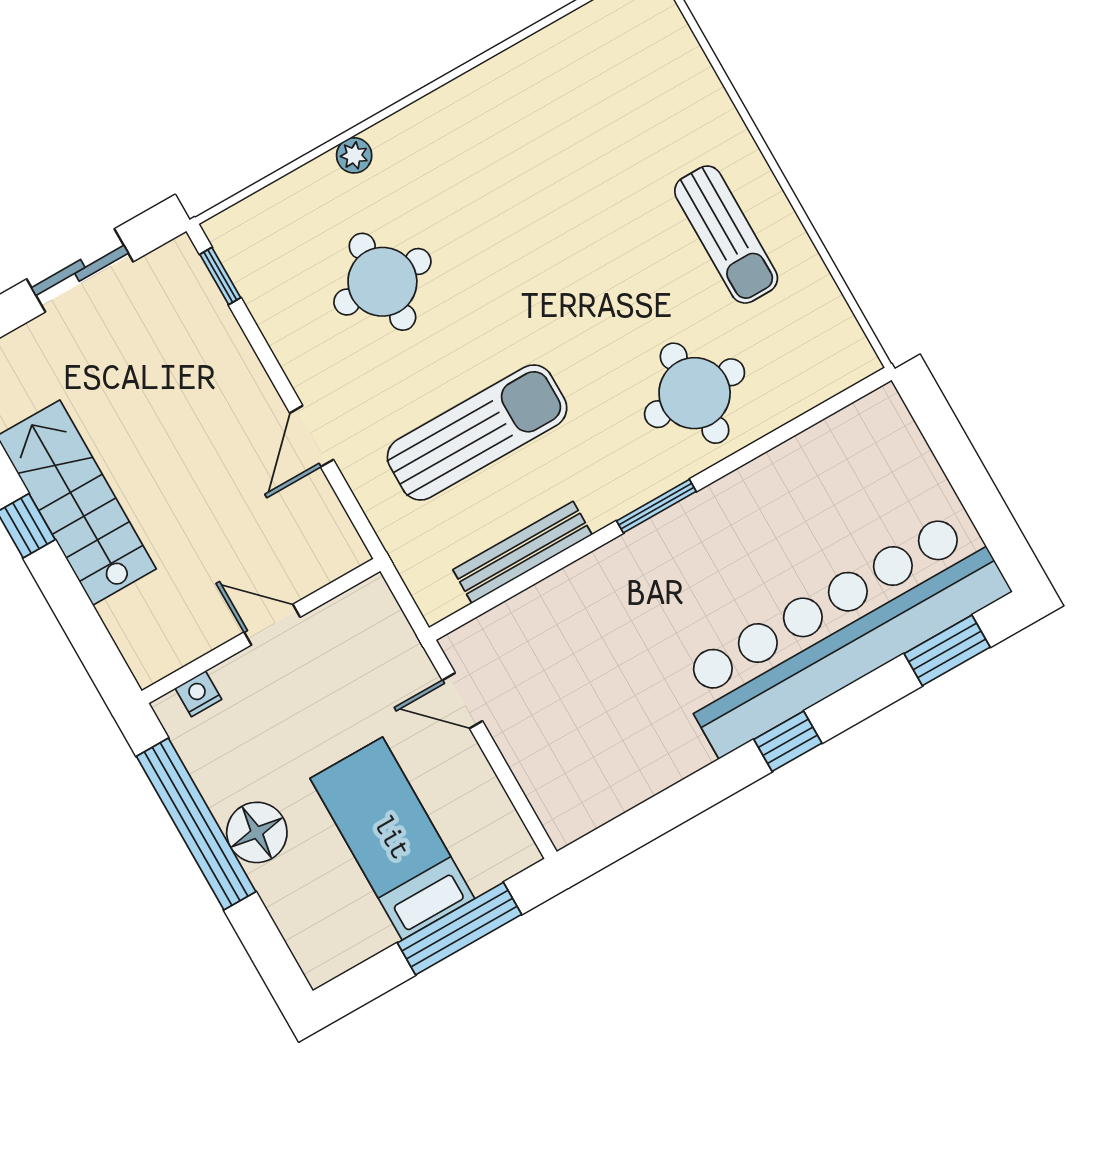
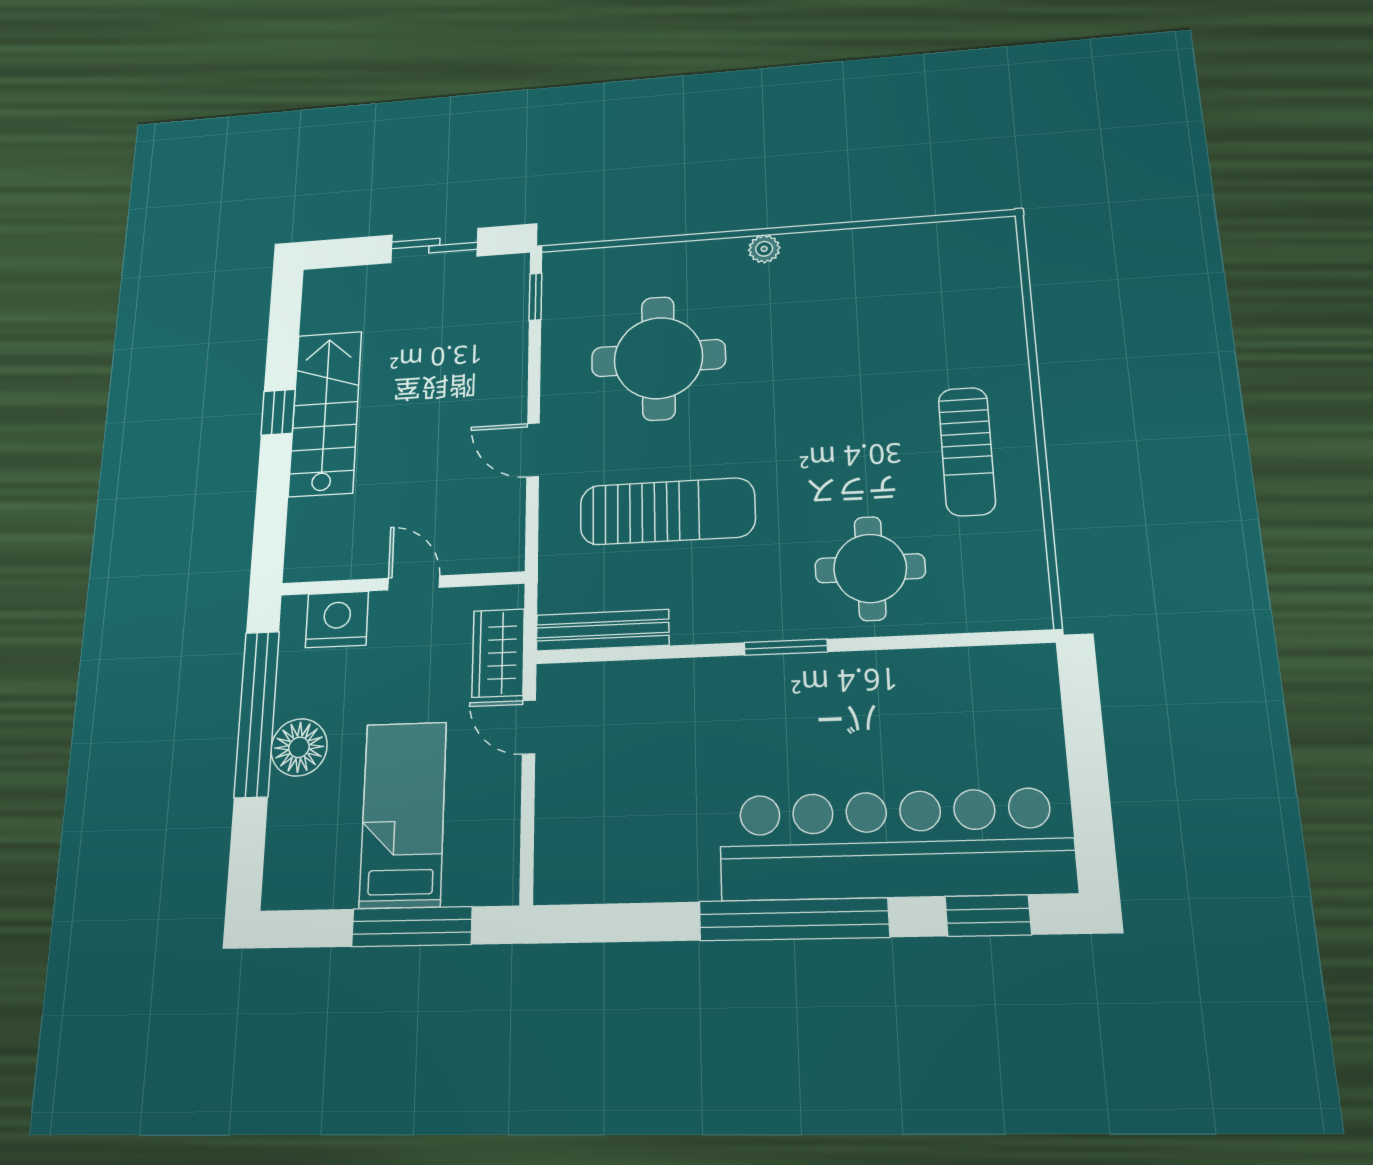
plant: (354, 155) -> (764, 249), moved
round table: (382, 282) -> (658, 358), width x1.36, depth x1.36
door: (312, 436) -> (533, 450), hinge flipped
bench: (522, 552) -> (602, 630), moved
wardrobe: (394, 648) -> (498, 653), added
nightstand: (198, 694) -> (337, 619), width x1.89, depth x1.79
window: (788, 741) -> (794, 919), width x3.17

